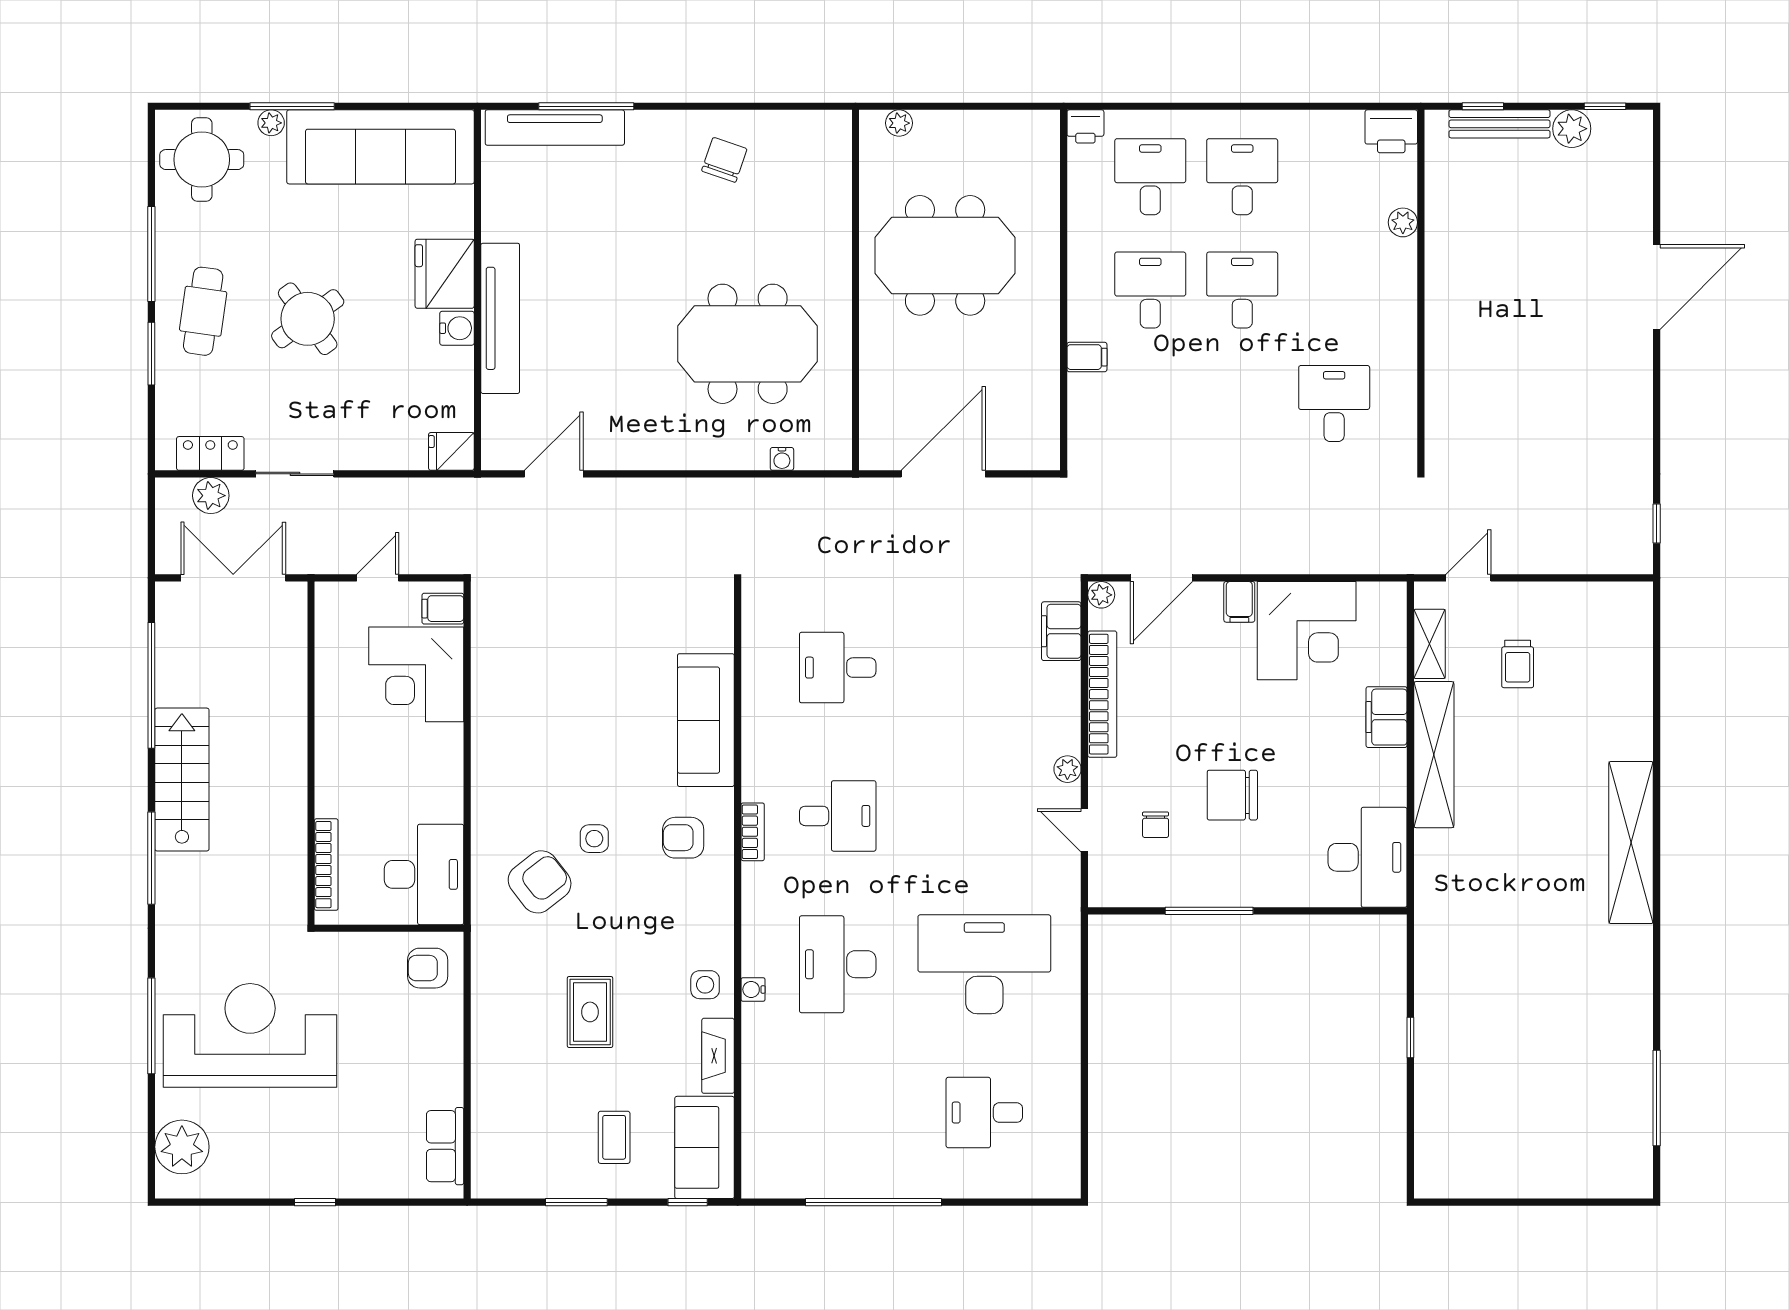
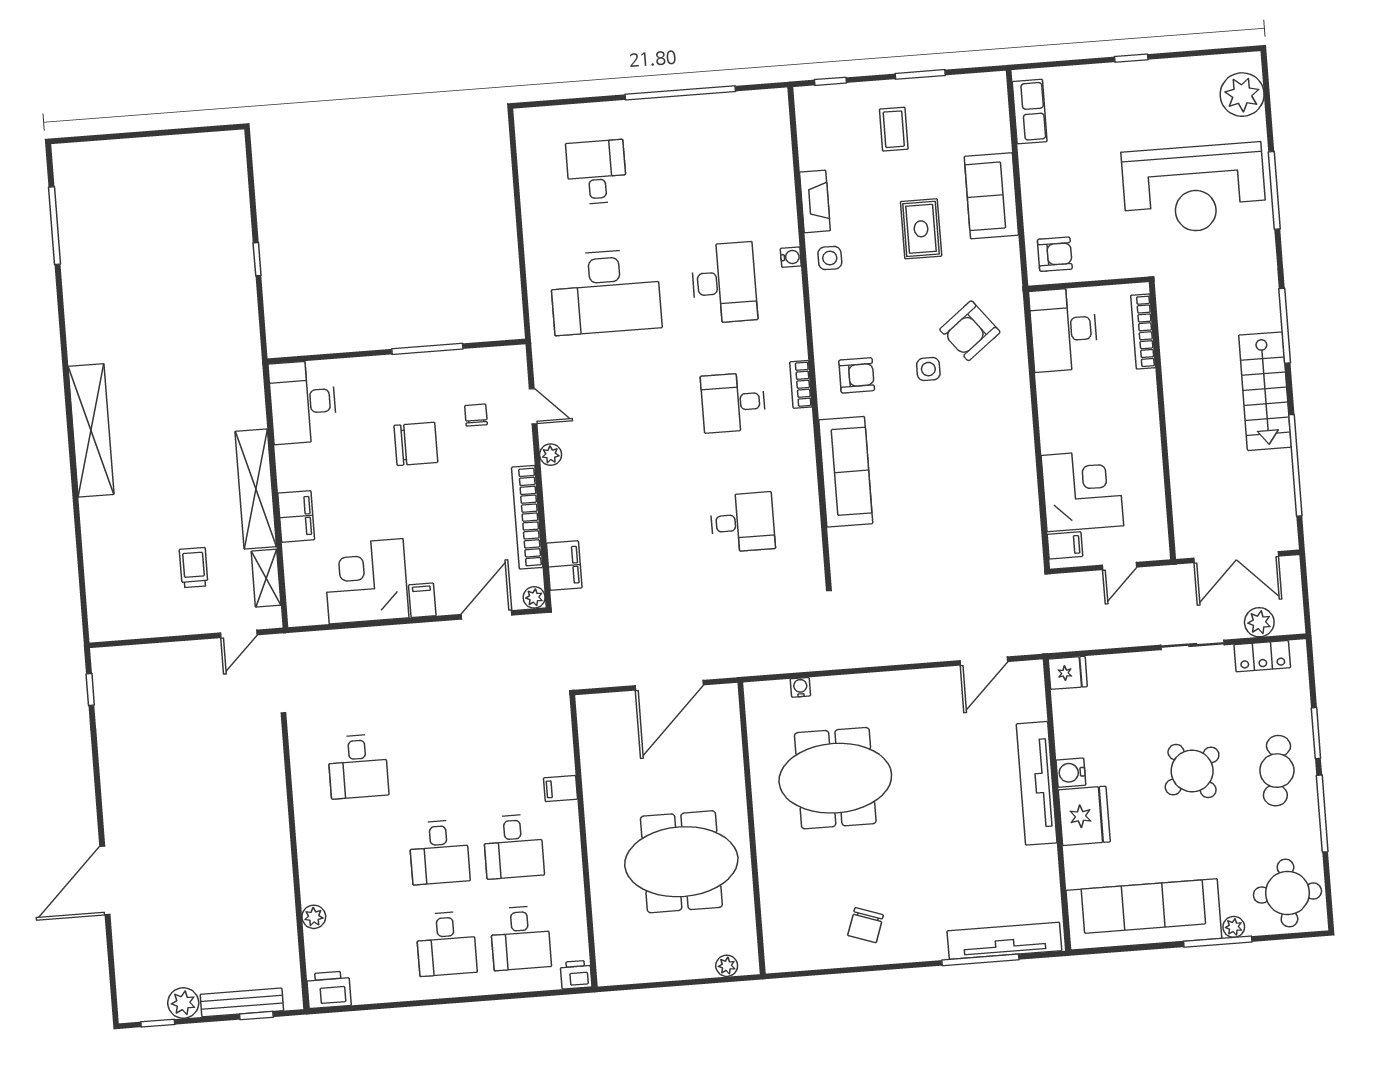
desk: (984, 1113) -> (596, 172), turned -90
sofa: (704, 1147) -> (991, 196), moved, turned 180

